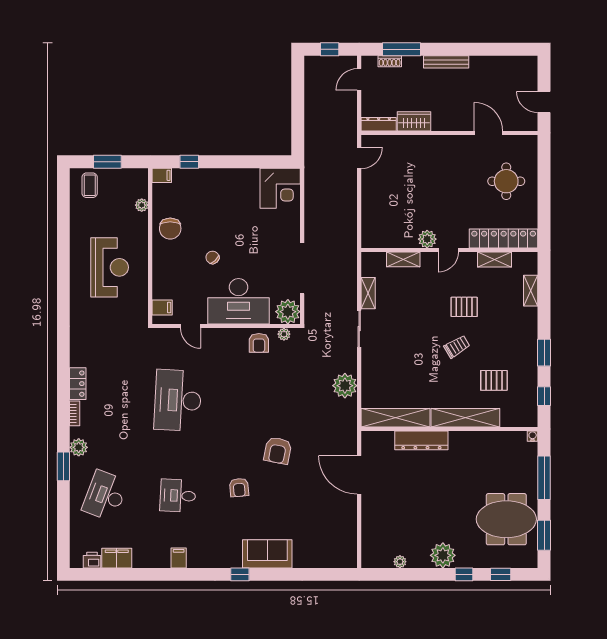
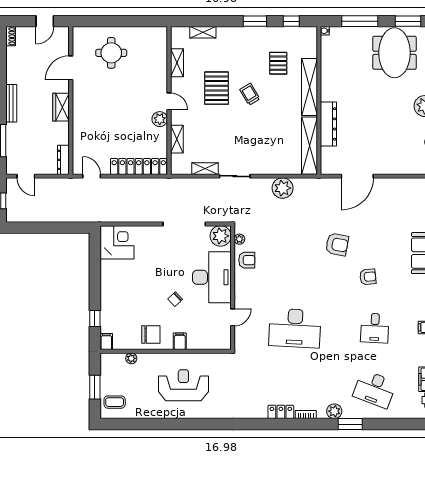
shoe rack: (390, 61) -> (11, 36), moved
wardrobe: (414, 121) -> (61, 107), moved
locker: (504, 239) -> (139, 166), moved, turned 90
pallet: (464, 307) -> (217, 88), width x1.50, depth x1.42
filing cabinet: (162, 308) -> (180, 341), moved

